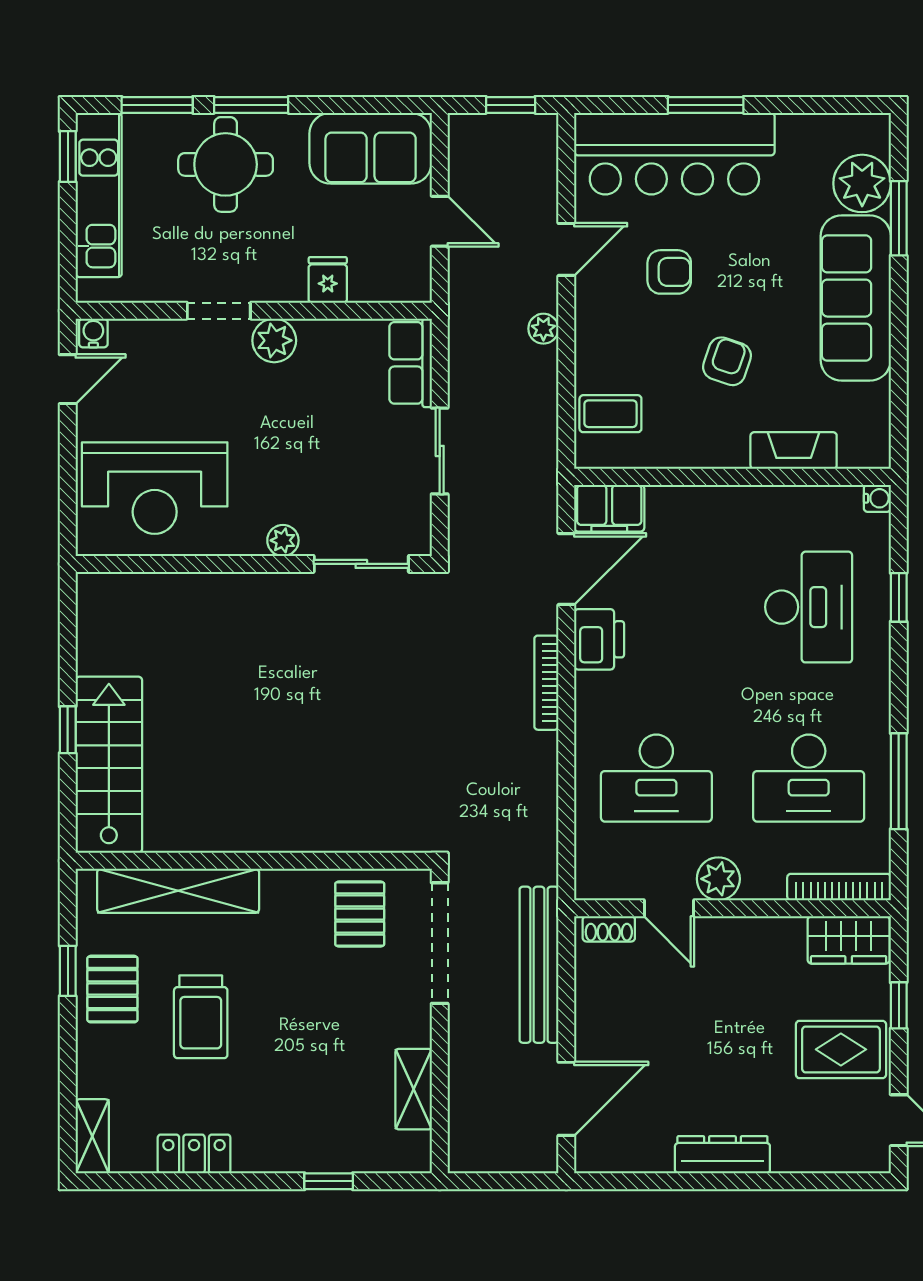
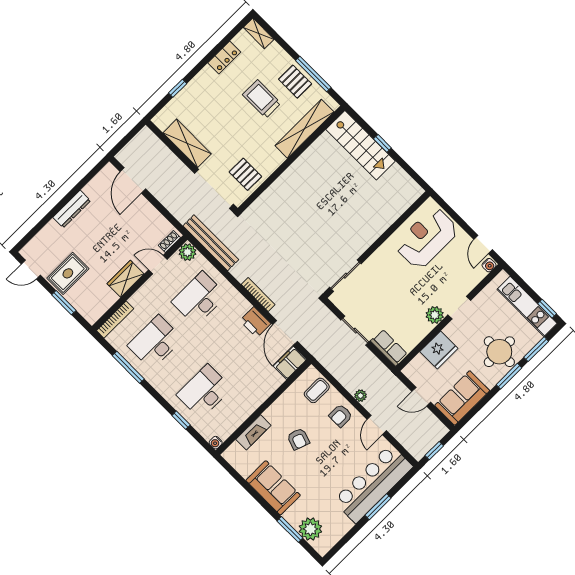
armchair: (669, 272) -> (341, 416), moved
fridge: (328, 280) -> (439, 350), width x1.88, depth x1.34
sofa: (856, 298) -> (273, 488), width x0.73
plant: (283, 540) -> (375, 260), removed
desk: (809, 607) -> (204, 392), turned 90
plant: (718, 879) -> (188, 252), moved
wardrobe: (849, 940) -> (126, 279), moved
bench: (539, 965) -> (211, 243), moved
window: (68, 971) -> (313, 74), width x2.17
window: (899, 1005) -> (64, 303), width x1.50
shelving: (414, 1089) -> (187, 143), width x1.50, depth x1.33

